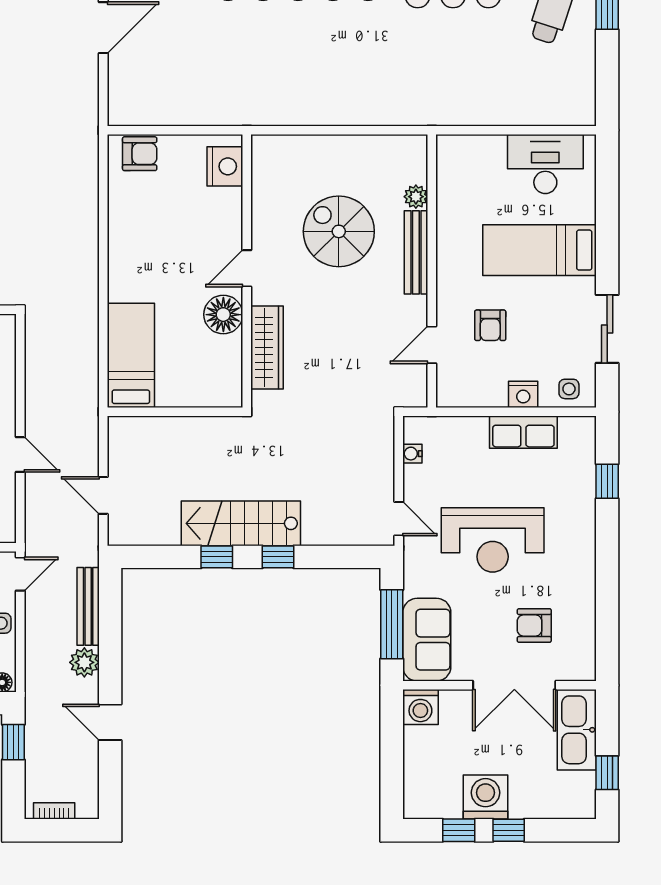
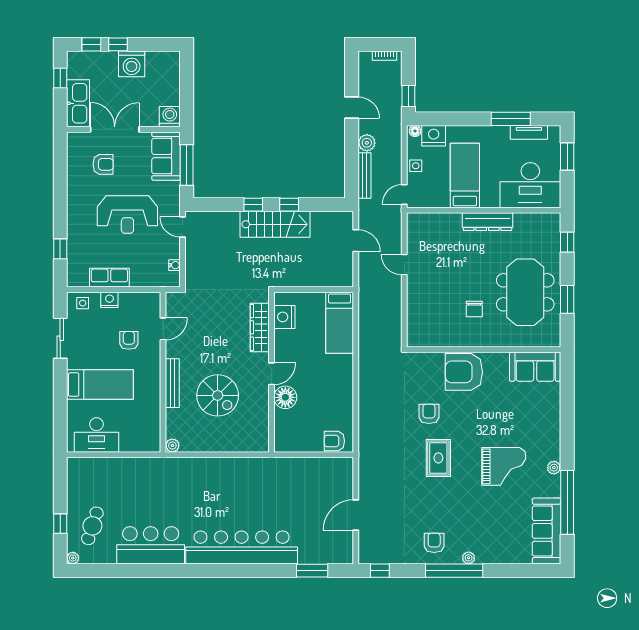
nightstand: (225, 166) -> (284, 317), moved
plant: (416, 197) -> (172, 445), moved
floor lamp: (223, 315) -> (285, 397), moved
reception desk: (493, 540) -> (127, 215), turned 180
window: (459, 830) -> (91, 44), moved

